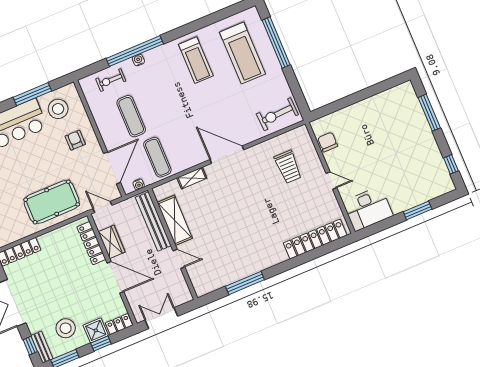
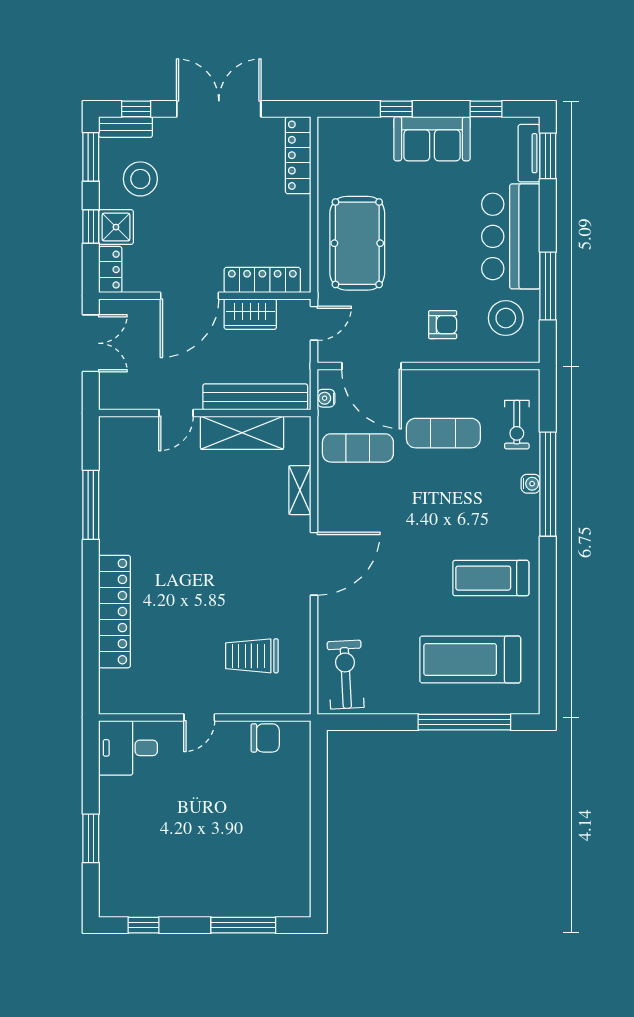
exercise bike: (111, 80) -> (517, 425), turned 180
desk: (368, 209) -> (128, 748), width x0.73
locker: (315, 239) -> (114, 612), moved

